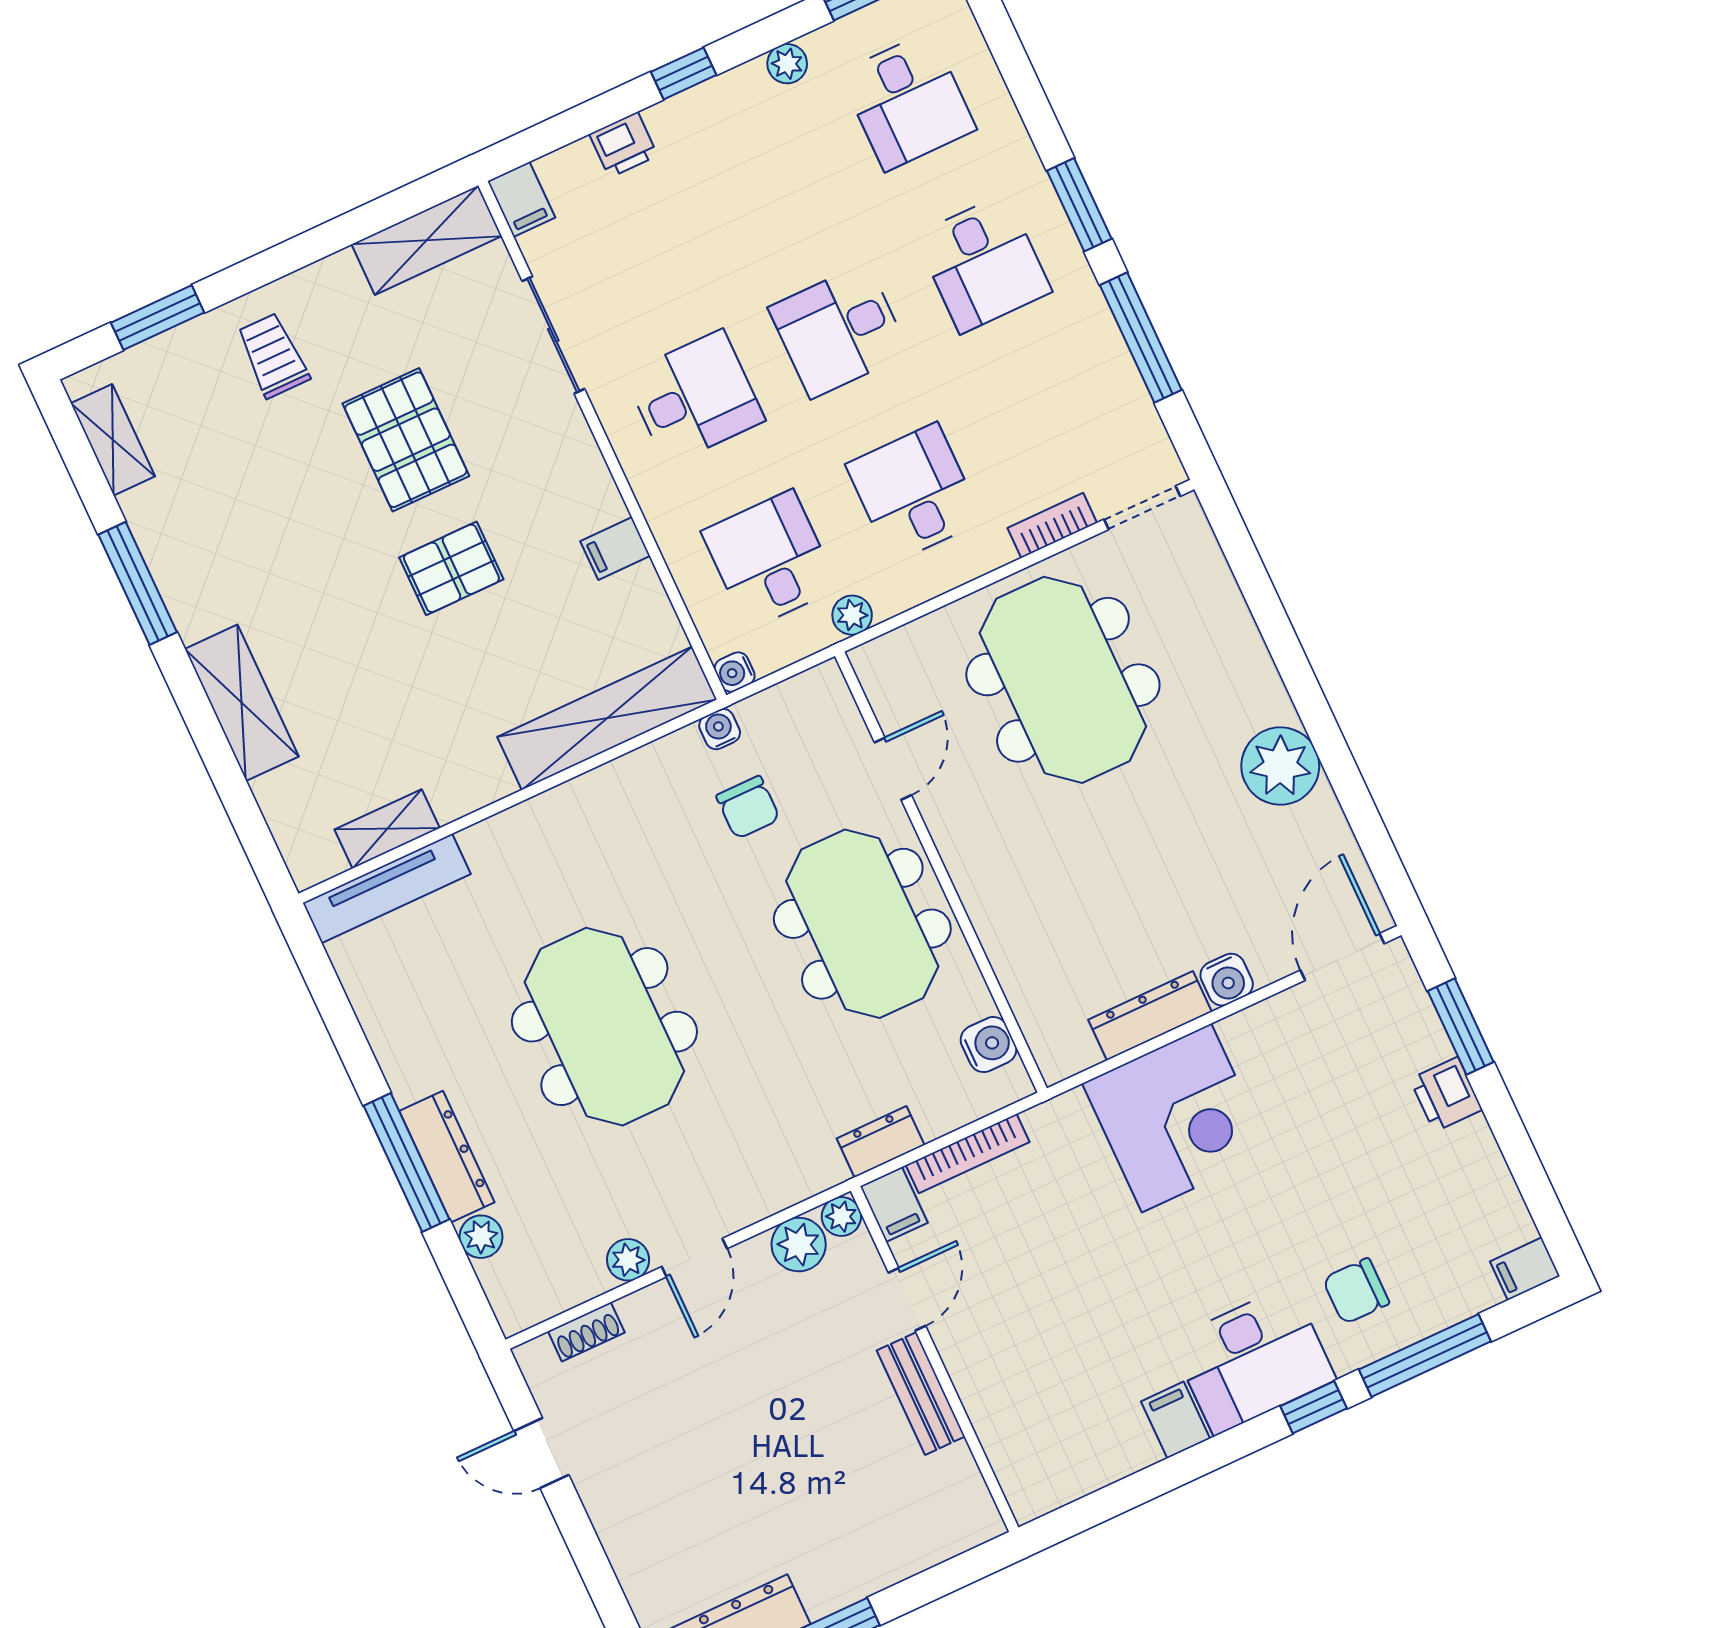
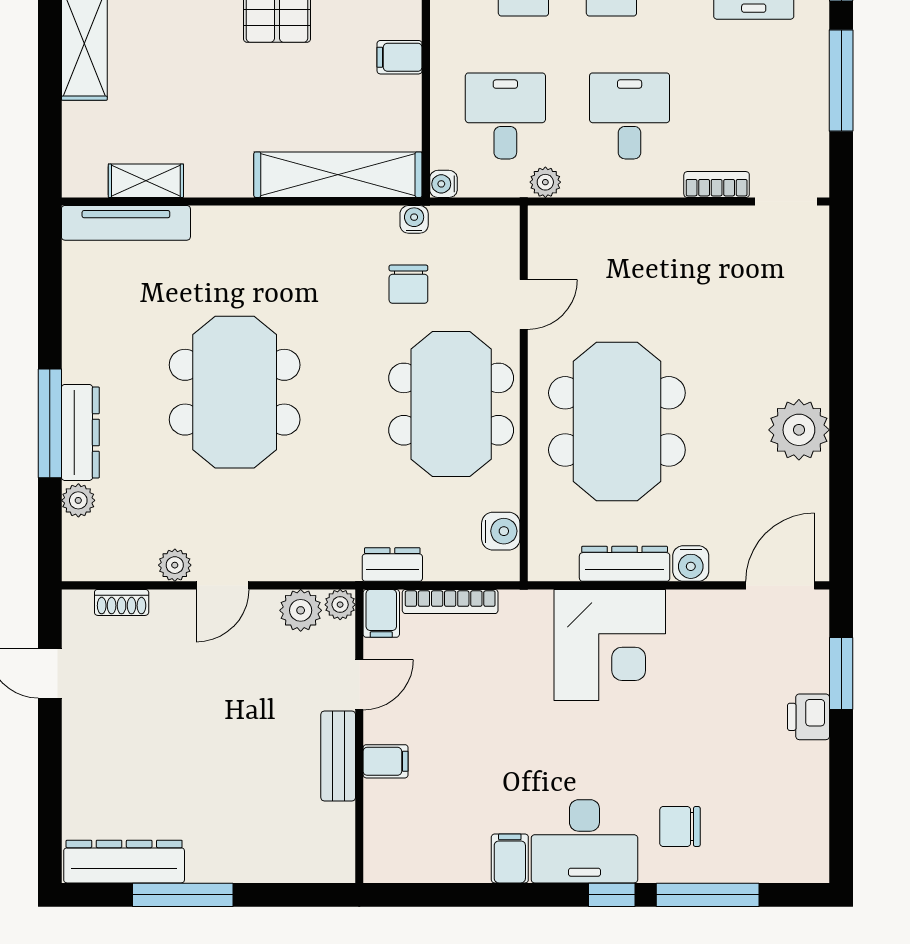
meeting table: (1063, 680) -> (617, 421), moved
filing cabinet: (1525, 1269) -> (386, 761), moved, turned 180

